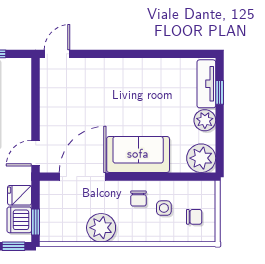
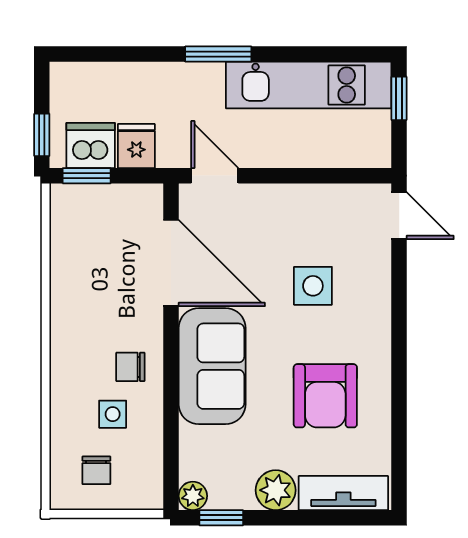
window: (220, 92) -> (221, 518), moved
armchair: (154, 94) -> (325, 396), added
side table: (95, 100) -> (313, 286), added
plant: (201, 158) -> (193, 496), width x0.53, depth x0.53
plant: (101, 228) -> (76, 297), removed

